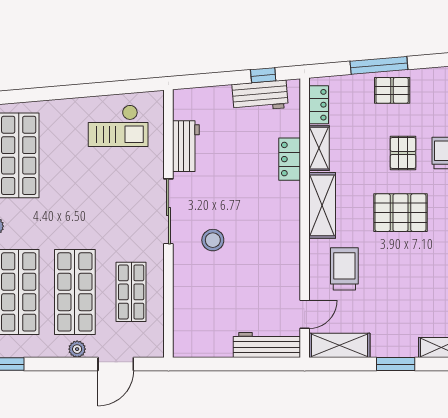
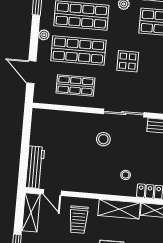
stool: (267, 200) -> (126, 175), added
display table: (85, 212) -> (128, 61), added
trolley: (344, 269) -> (78, 220), turned 90
plant: (77, 349) -> (44, 35), moved

